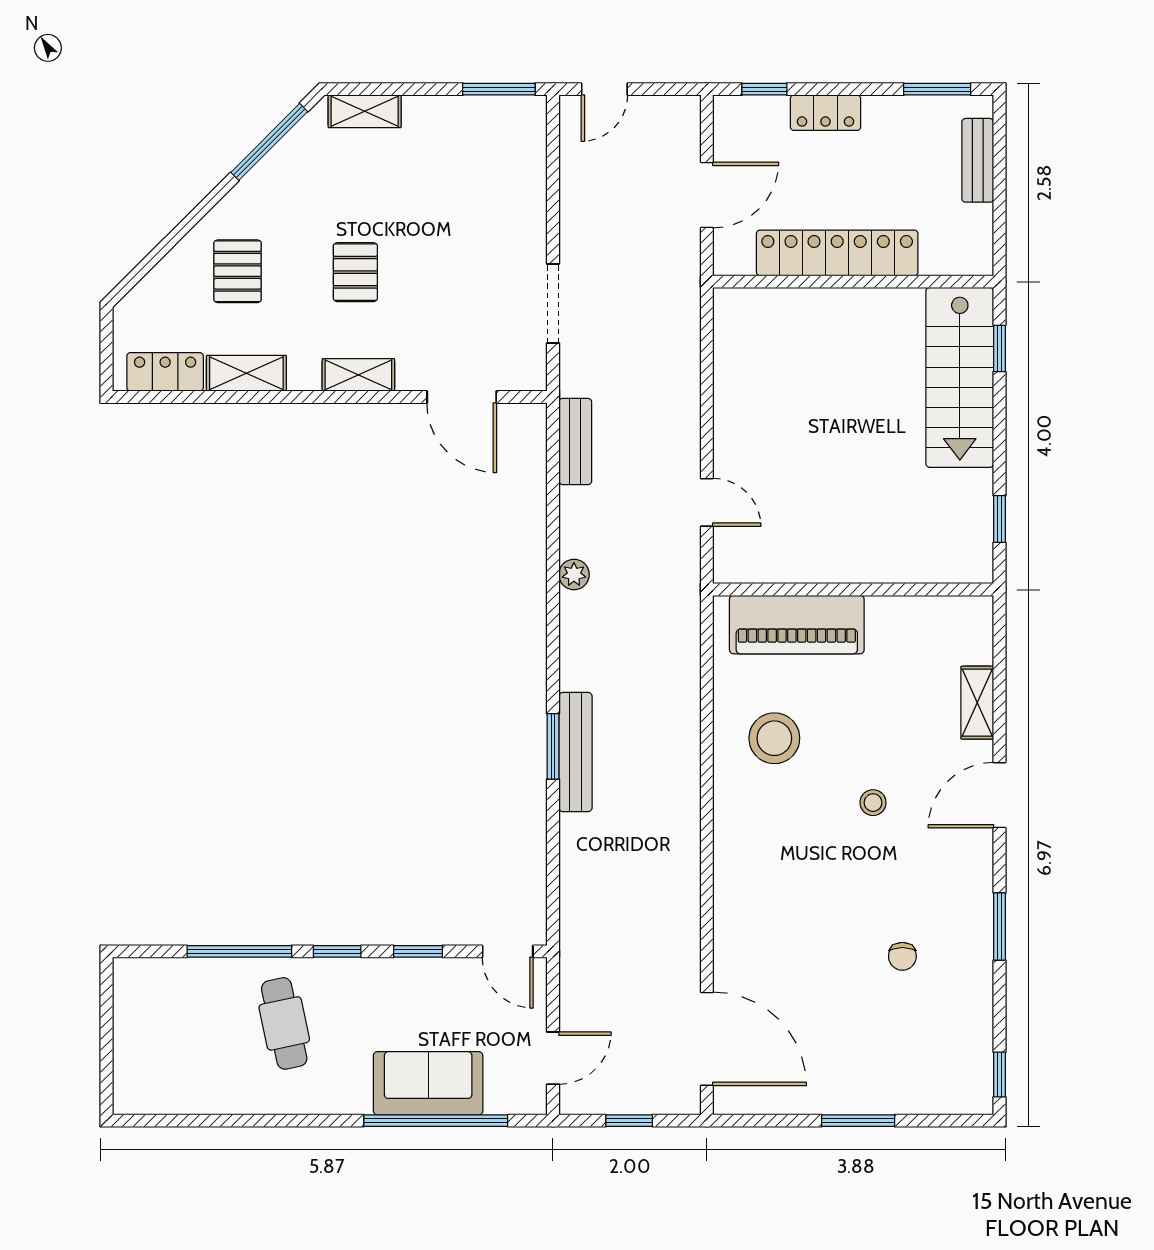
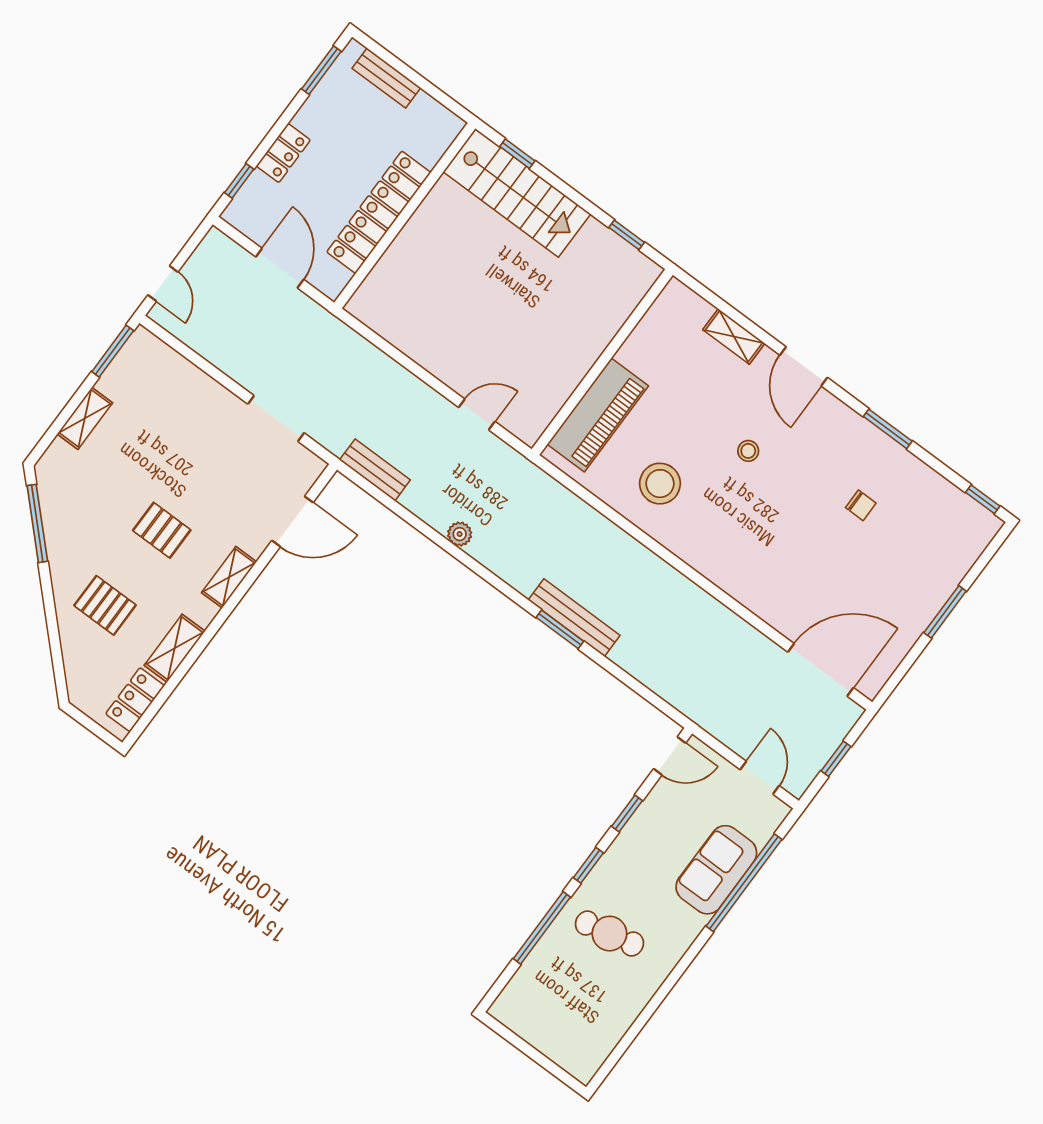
shelving: (365, 111) -> (85, 418), moved

